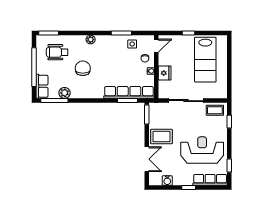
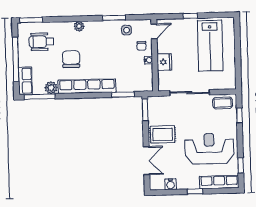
row of seats: (129, 92) -> (87, 86), moved

